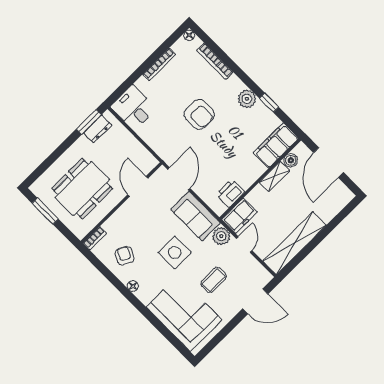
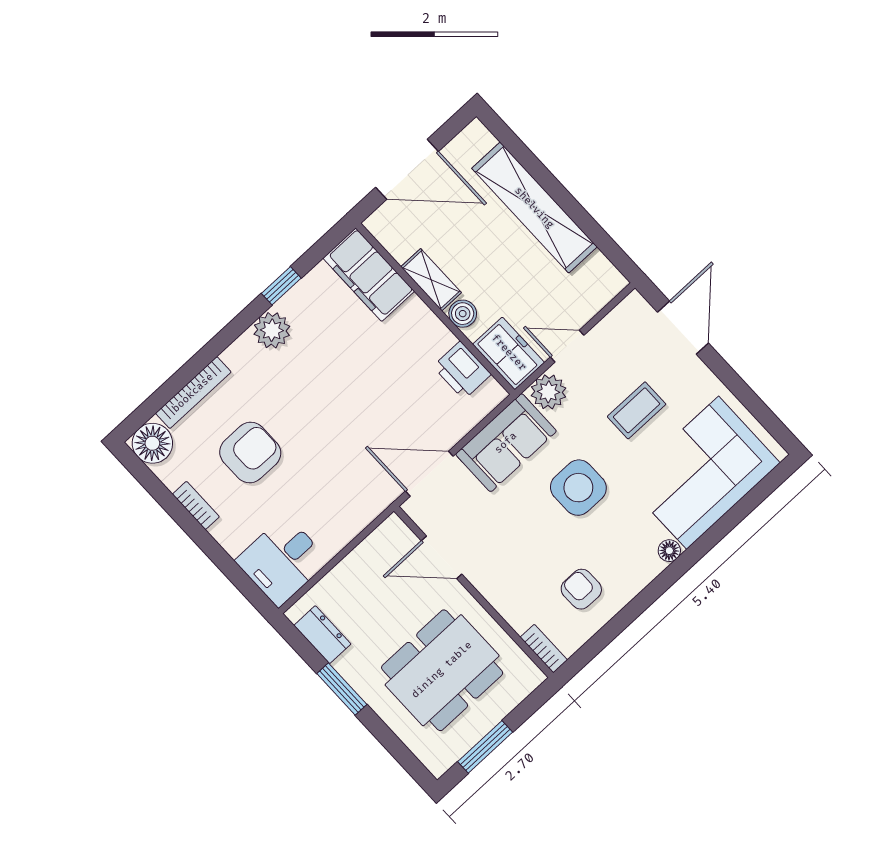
floor lamp: (189, 35) -> (152, 443), width x1.89, depth x1.89
bookcase: (159, 64) -> (196, 505), width x0.64
armchair: (199, 114) -> (250, 452), moved
window: (89, 122) -> (342, 689), moved
boiler: (291, 160) -> (463, 314), moved
dining table: (82, 189) -> (442, 670), turned 90
shelving: (295, 243) -> (534, 208), moved
armchair: (125, 256) -> (581, 589), turned 62
coffee table: (214, 280) -> (637, 410), turned 90
floor lamp: (133, 286) -> (669, 551), moved

